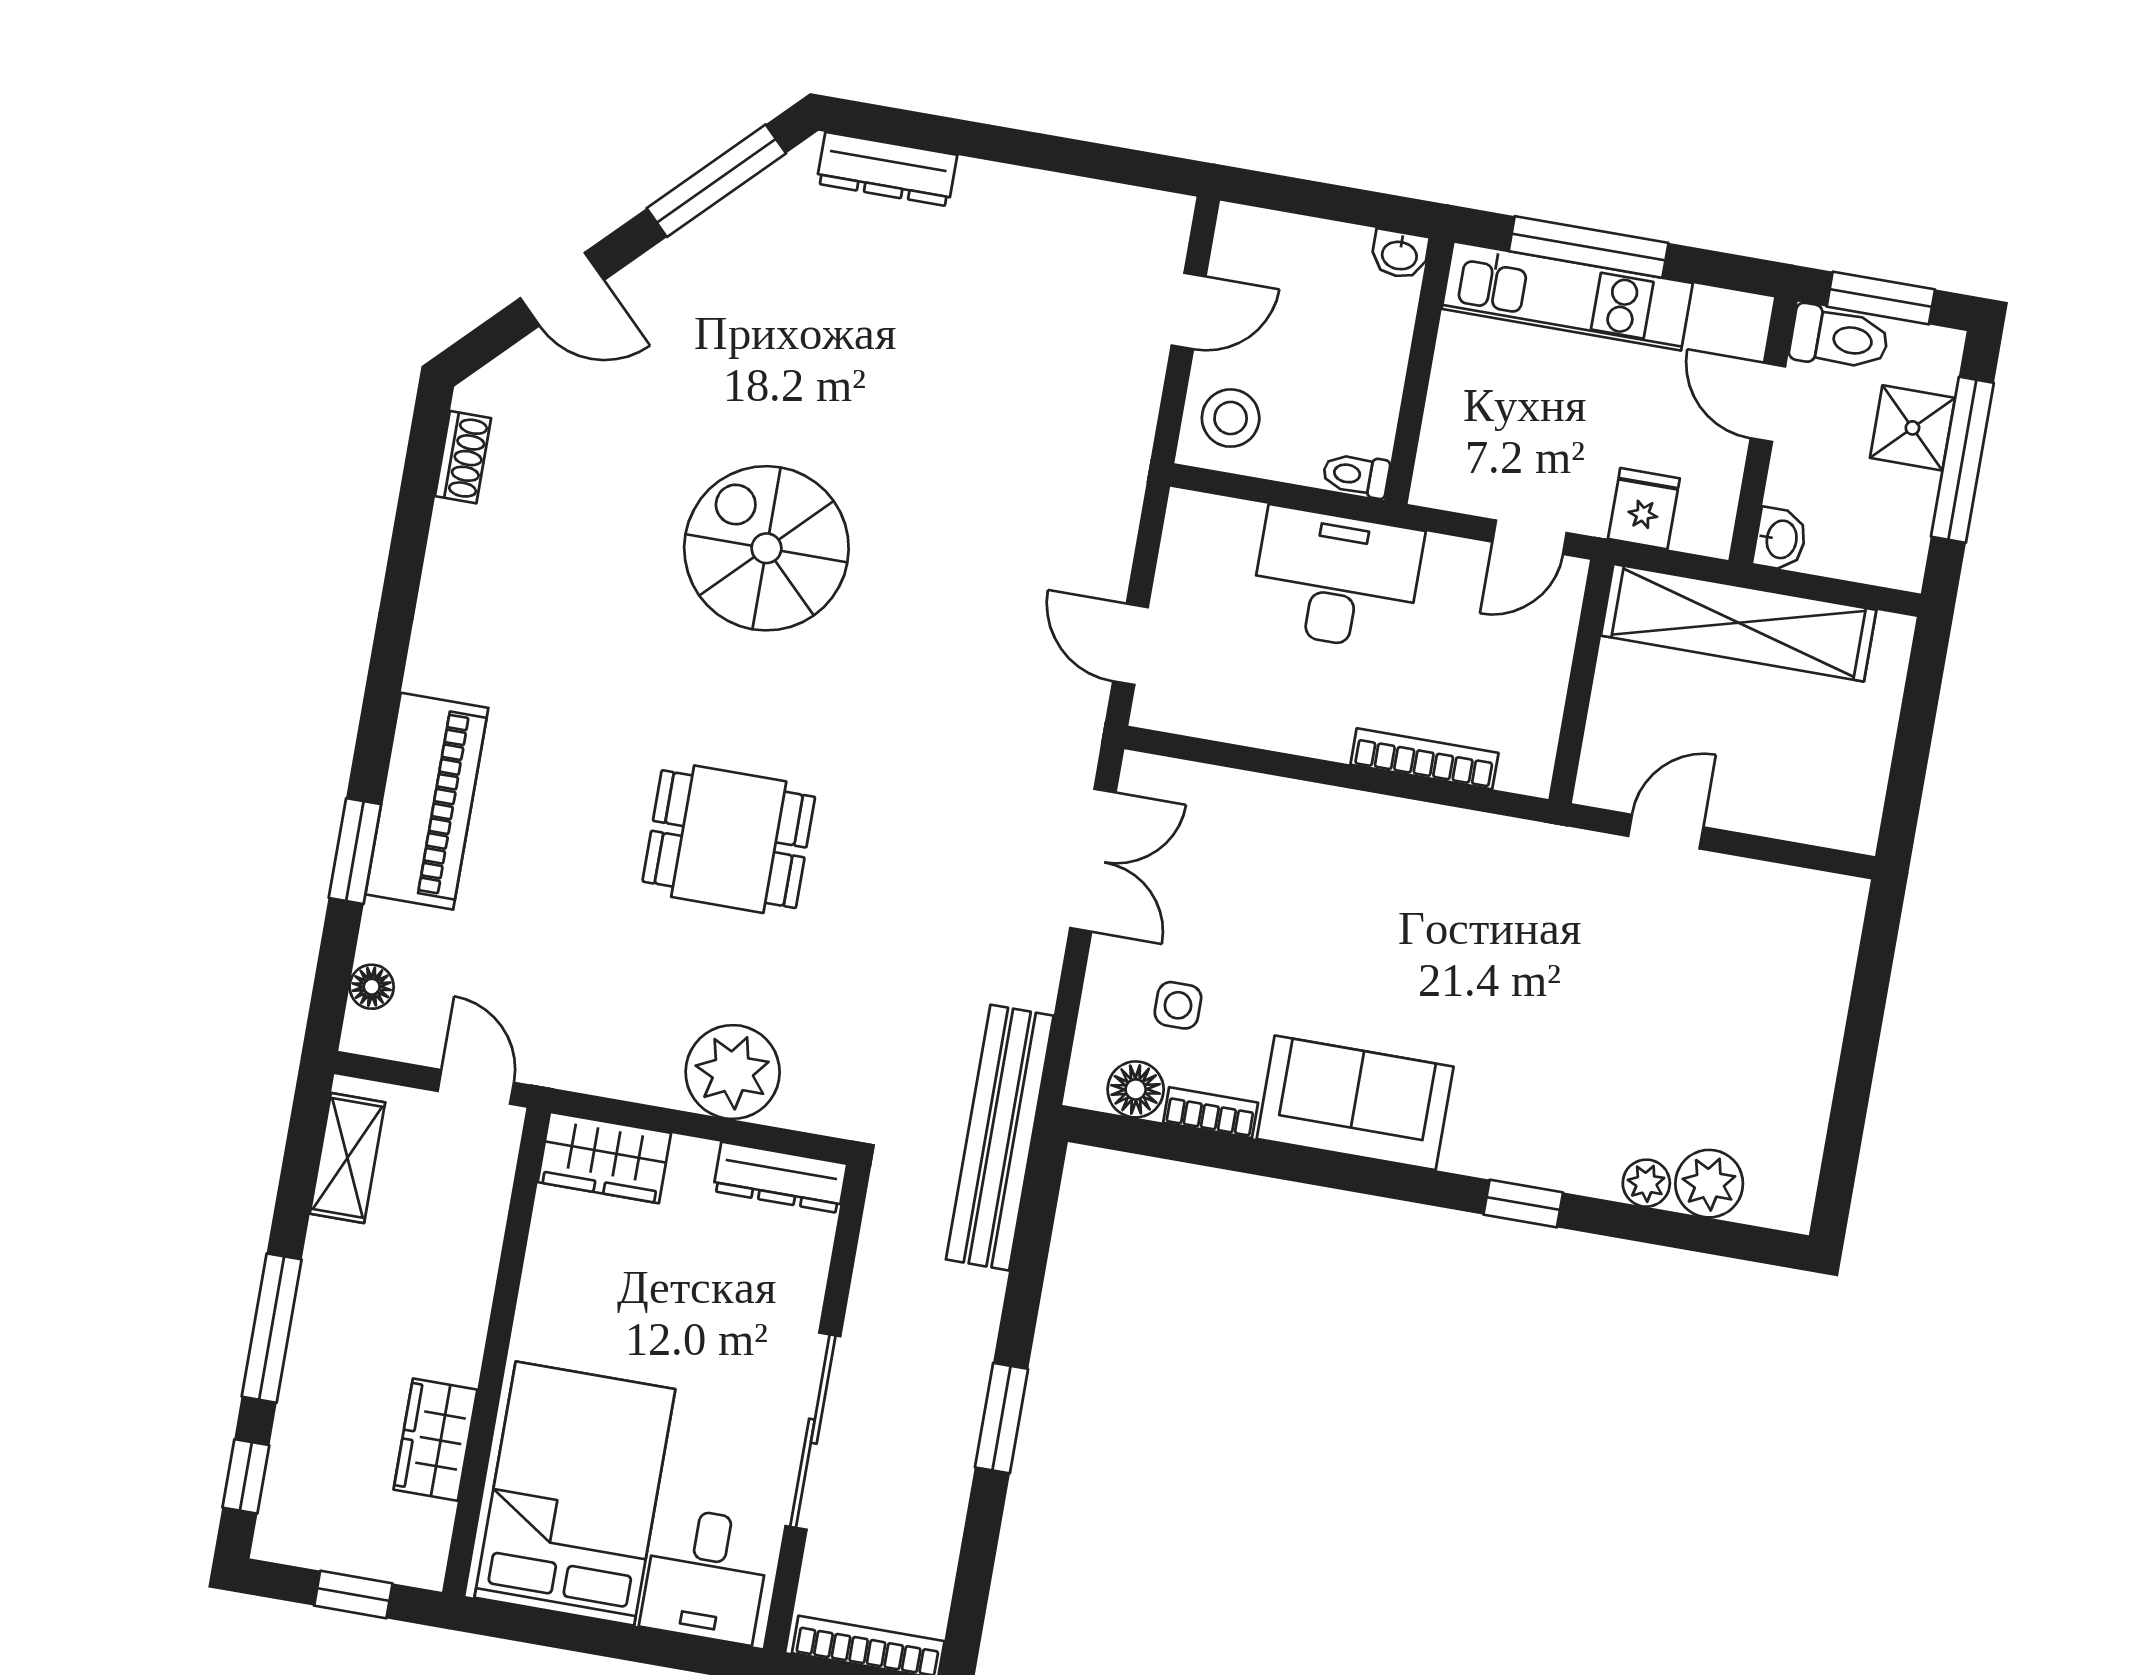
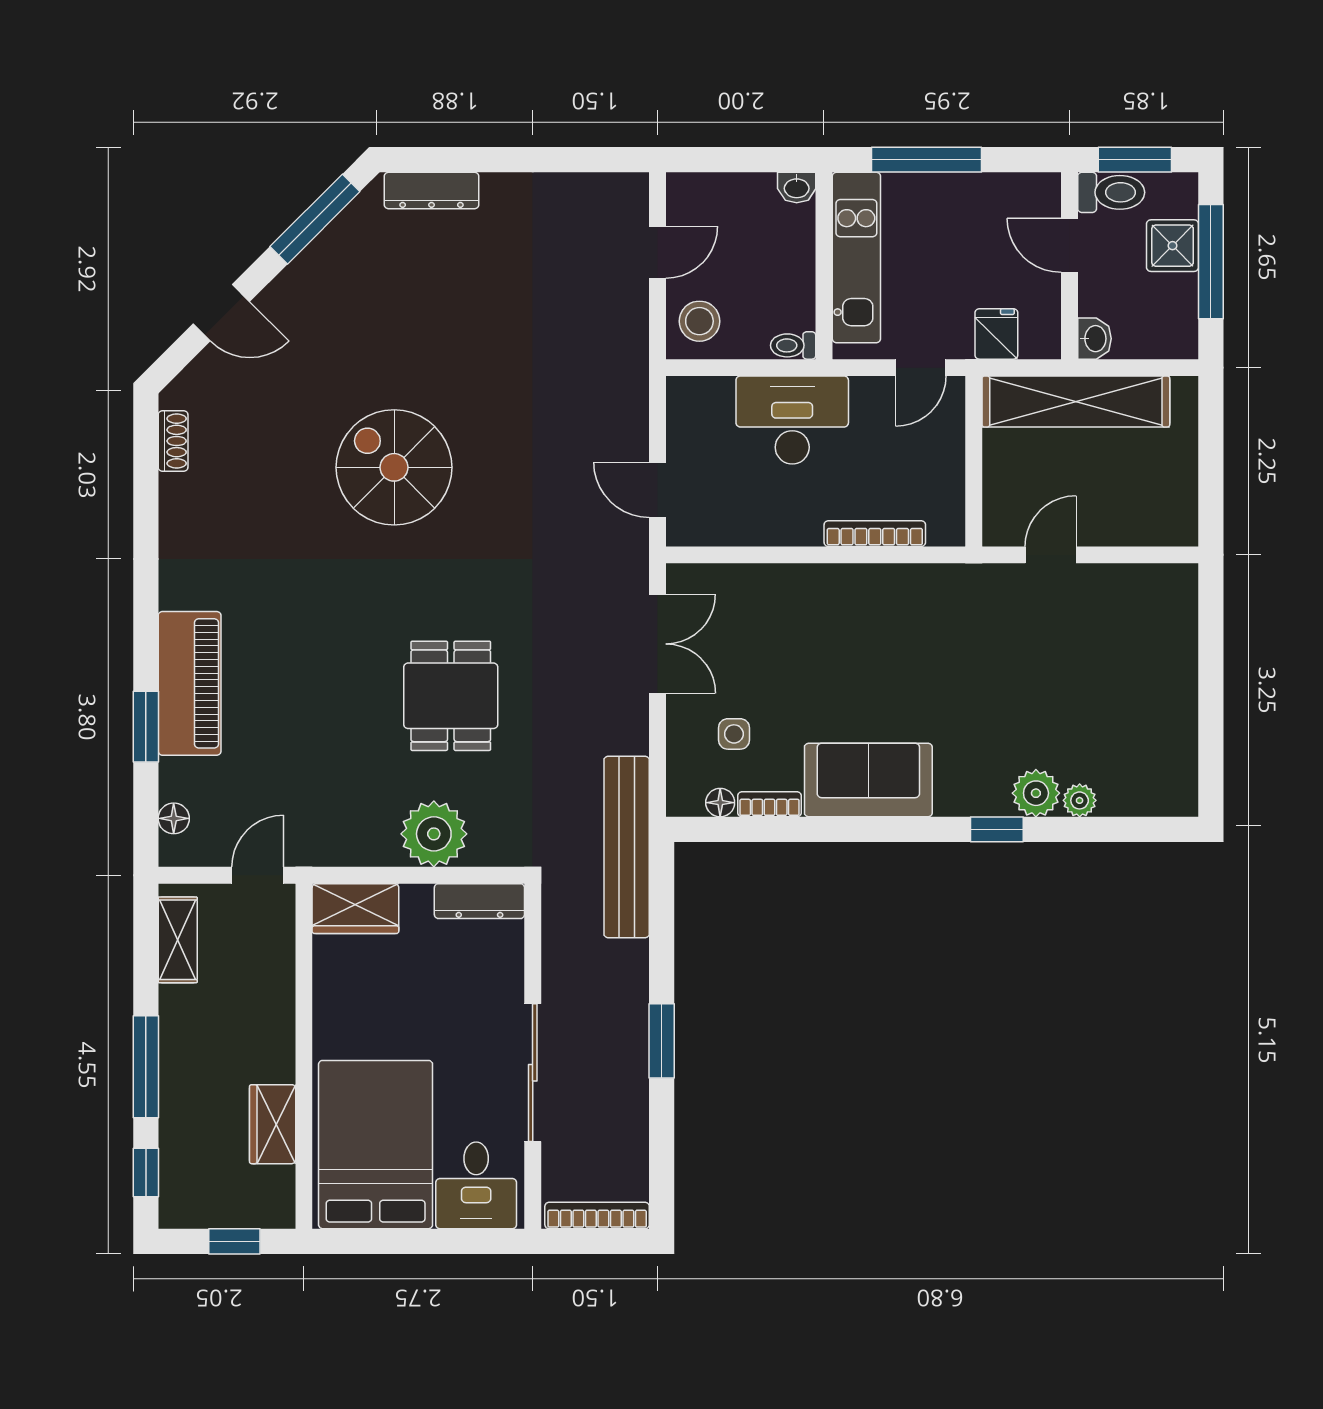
kitchen unit: (1567, 296) -> (856, 257), moved, turned -90
dining table: (729, 839) -> (451, 696), moved, turned 90
door: (476, 1087) -> (258, 875), hinge flipped
floor lamp: (1136, 1089) -> (720, 803), width x0.73, depth x0.73
plant: (1709, 1184) -> (1036, 793), moved

